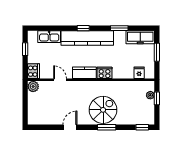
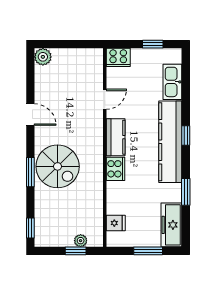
plant: (33, 86) -> (43, 57), moved

